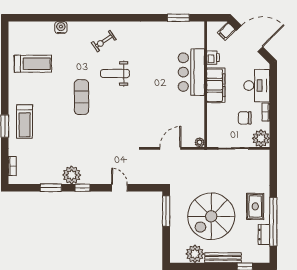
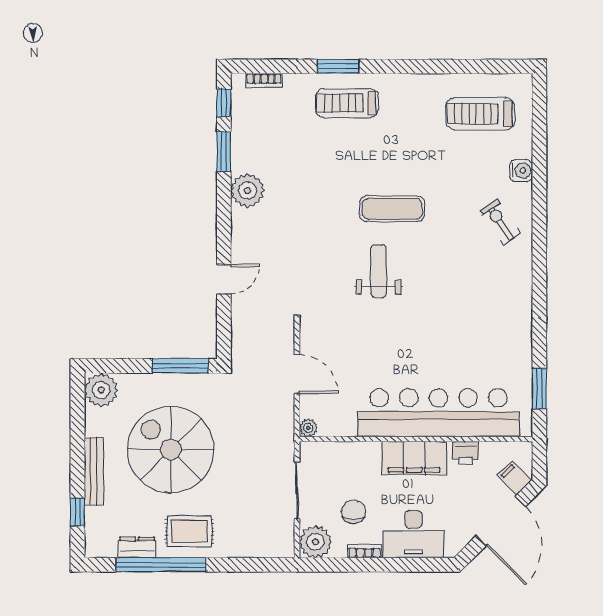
exercise bike: (104, 41) -> (500, 222), moved
treadmill: (33, 64) -> (480, 114), moved, turned 90
bar counter: (191, 72) -> (438, 413), width x1.86
weight bench: (115, 73) -> (379, 271), moved
window: (82, 188) -> (224, 103), moved
plant: (195, 254) -> (101, 390), moved

